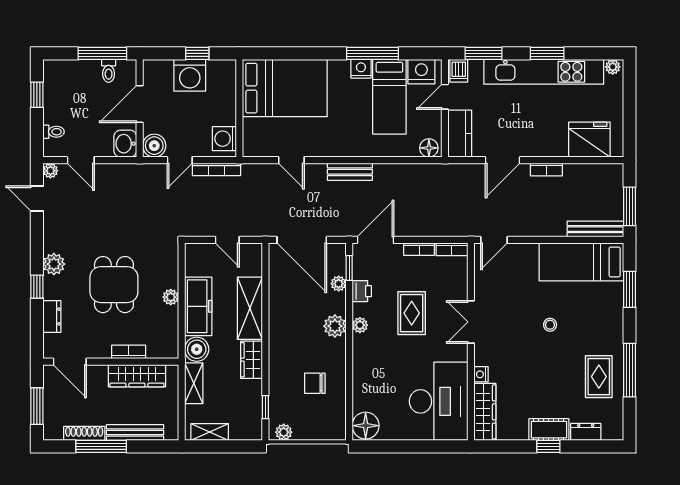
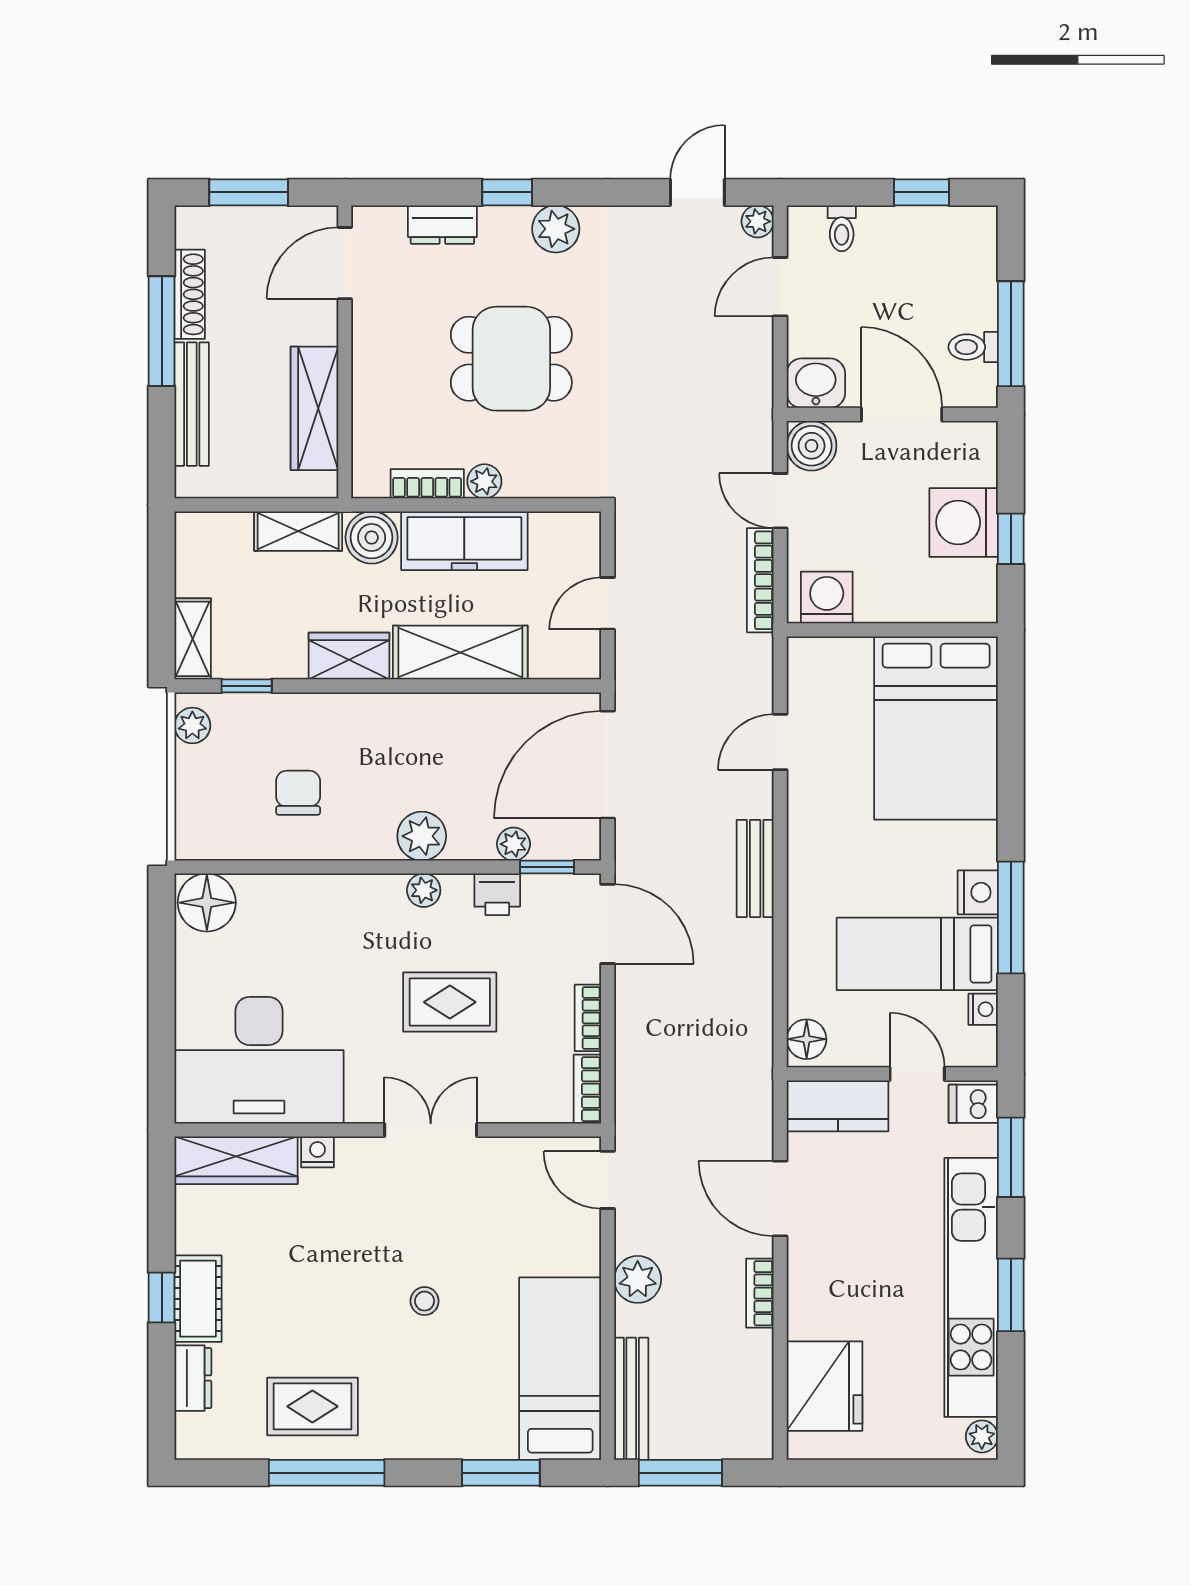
nightstand: (421, 72) -> (983, 1009), width x0.53, depth x0.56
plant: (540, 226) -> (638, 1279), added
bookcase: (129, 352) -> (427, 484), moved, turned -90
shelving: (210, 432) -> (193, 639), moved

